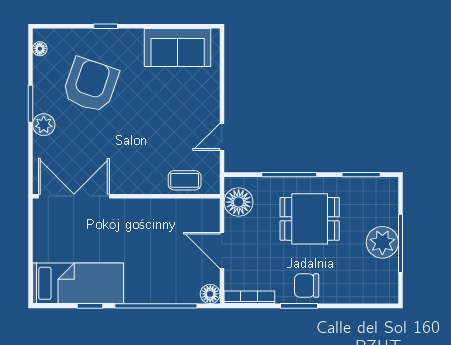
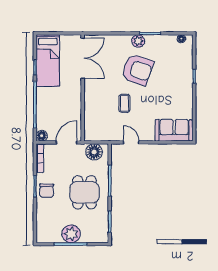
sofa: (178, 48) -> (174, 130), moved, turned 90
armchair: (90, 85) -> (137, 70), moved
coffee table: (185, 180) -> (124, 103), moved
double door: (74, 196) -> (83, 58), moved
wall: (126, 196) -> (83, 88), moved
chair: (307, 286) -> (47, 191), turned 180

